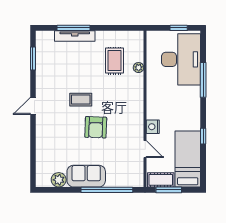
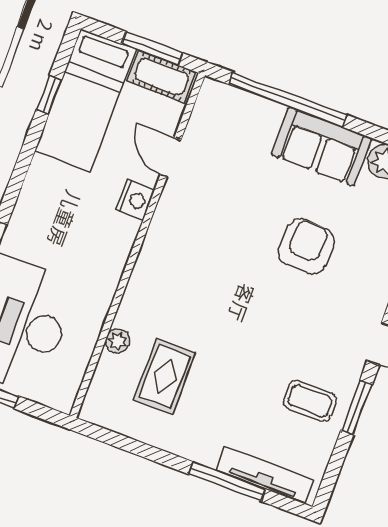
tv unit: (75, 36) -> (265, 476), moved
window: (33, 58) -> (357, 407), moved
coffee table: (81, 100) -> (310, 401), moved
armchair: (96, 127) -> (306, 246), moved
window: (203, 136) -> (49, 95), moved

